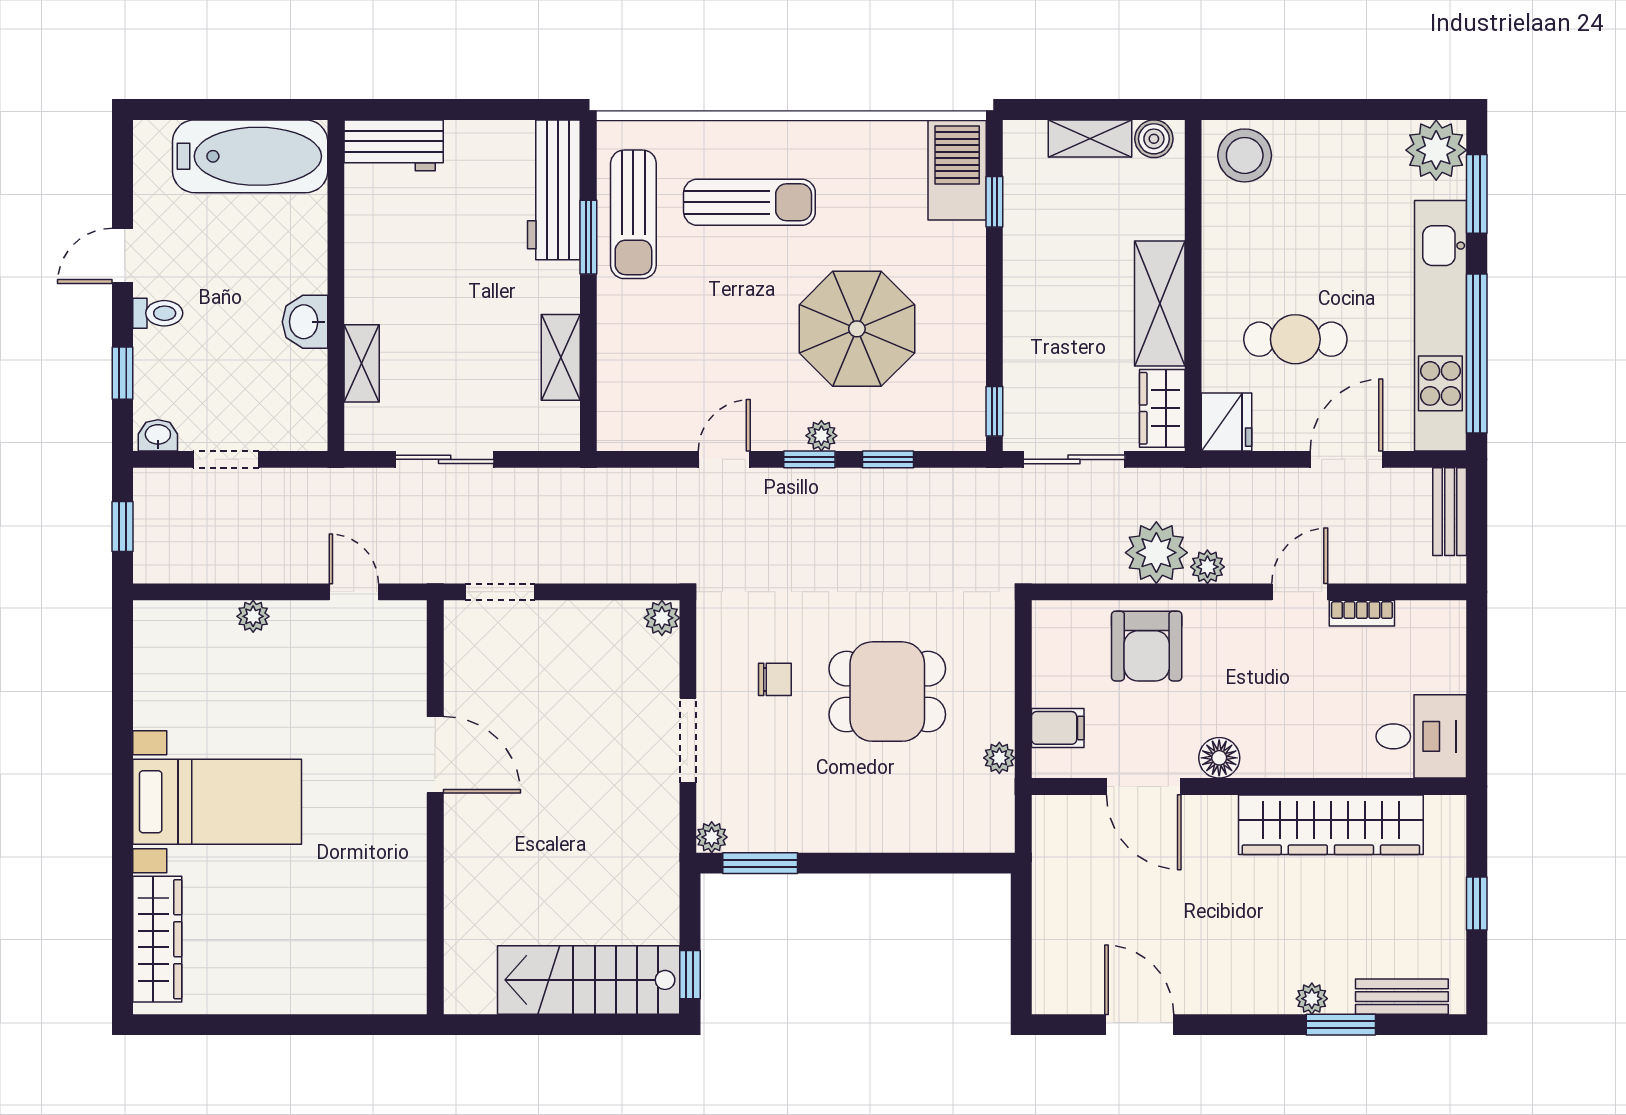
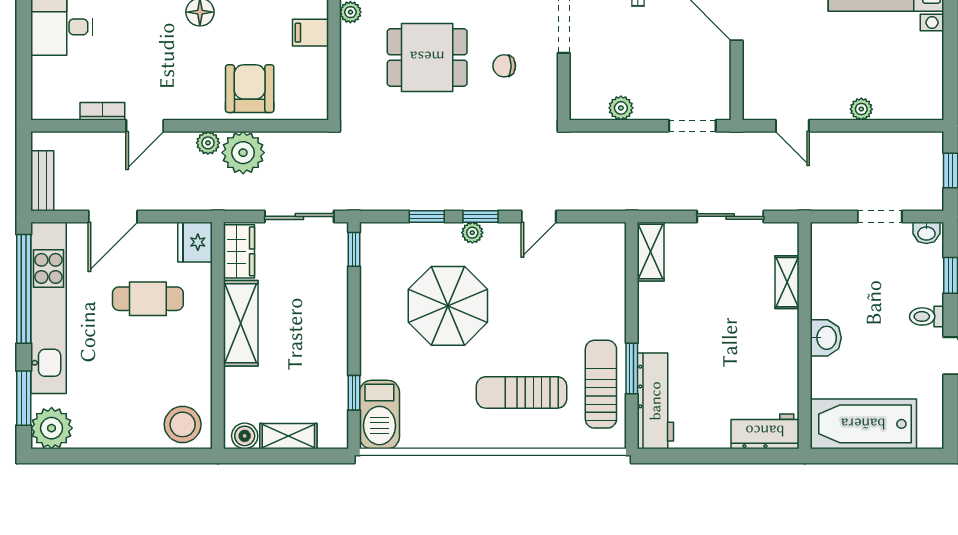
washbasin: (305, 322) -> (826, 338), moved
shelving: (561, 357) -> (651, 252), moved
plant: (662, 618) -> (621, 108), moved

